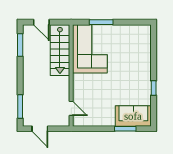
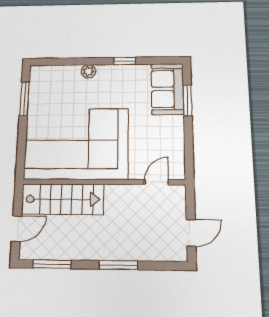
window: (101, 22) -> (24, 99), moved
corner sofa: (90, 49) -> (76, 144), width x1.36, depth x1.36
plant: (146, 64) -> (88, 71), added
window: (20, 106) -> (118, 265), moved

